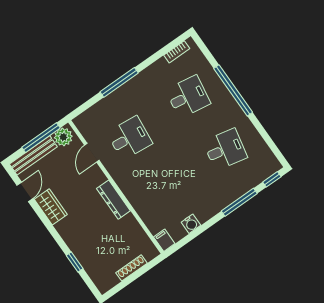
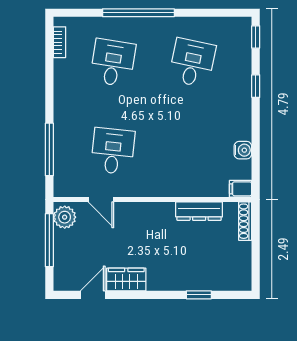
window: (119, 82) -> (49, 149), moved
bench: (33, 155) -> (62, 260), removed
door: (25, 192) -> (93, 295), hinge flipped
dresser: (113, 200) -> (199, 211), moved
window: (239, 202) -> (256, 86), width x0.46
shoe rack: (132, 268) -> (245, 221), moved

